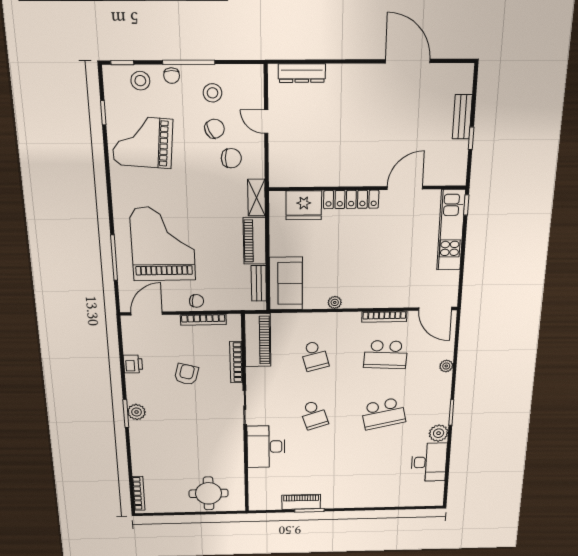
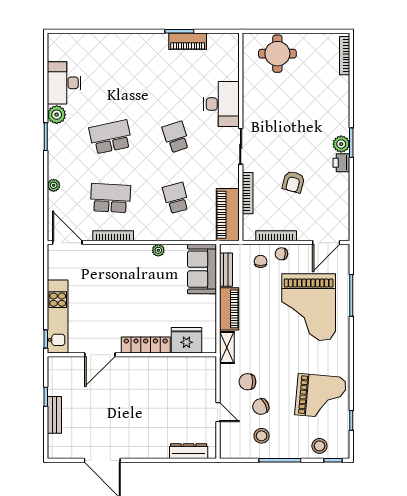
chair: (172, 76) -> (261, 261), moved
printer: (133, 364) -> (341, 163), moved

